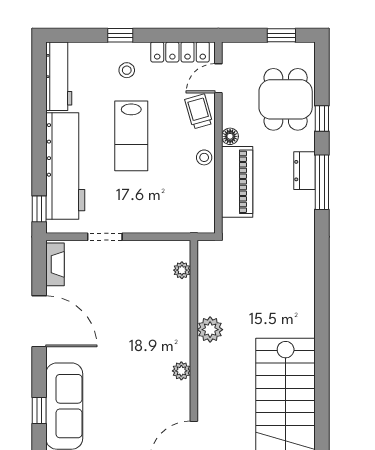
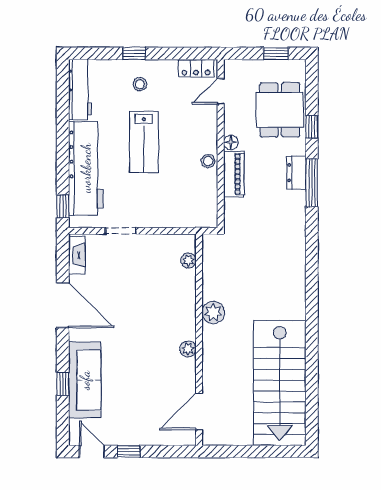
locker: (180, 52) -> (196, 68), width x0.66
trolley: (199, 111) -> (203, 120), removed
piano: (237, 182) -> (234, 174), width x0.73, depth x0.75

